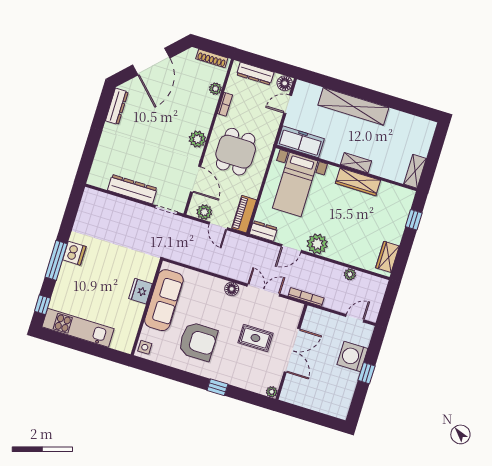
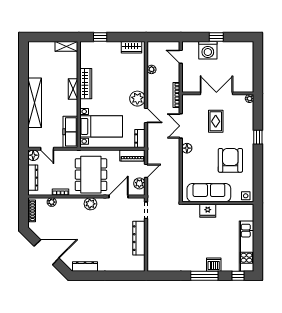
dining table: (236, 152) -> (91, 175), width x1.38
dishwasher: (74, 253) -> (214, 265), moved

